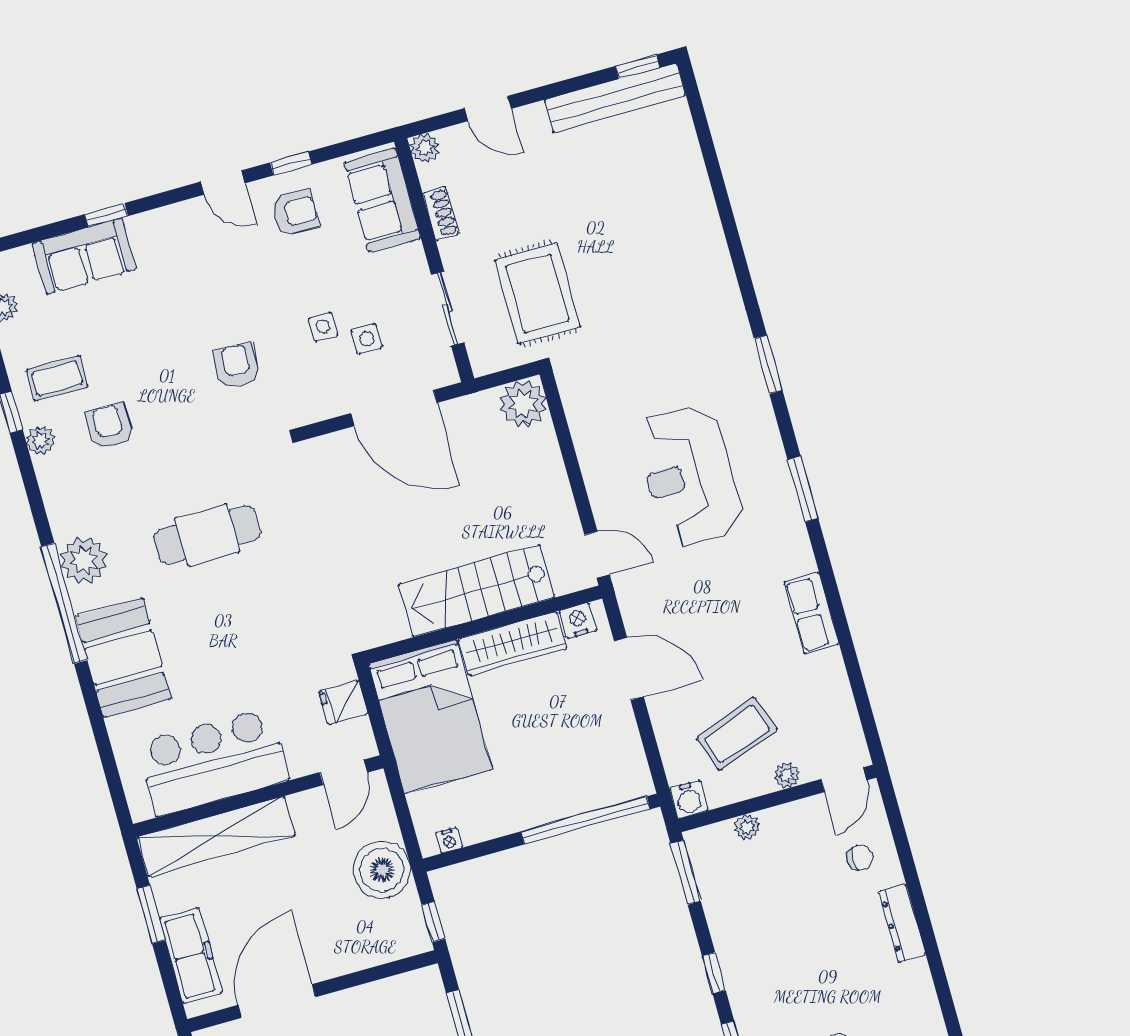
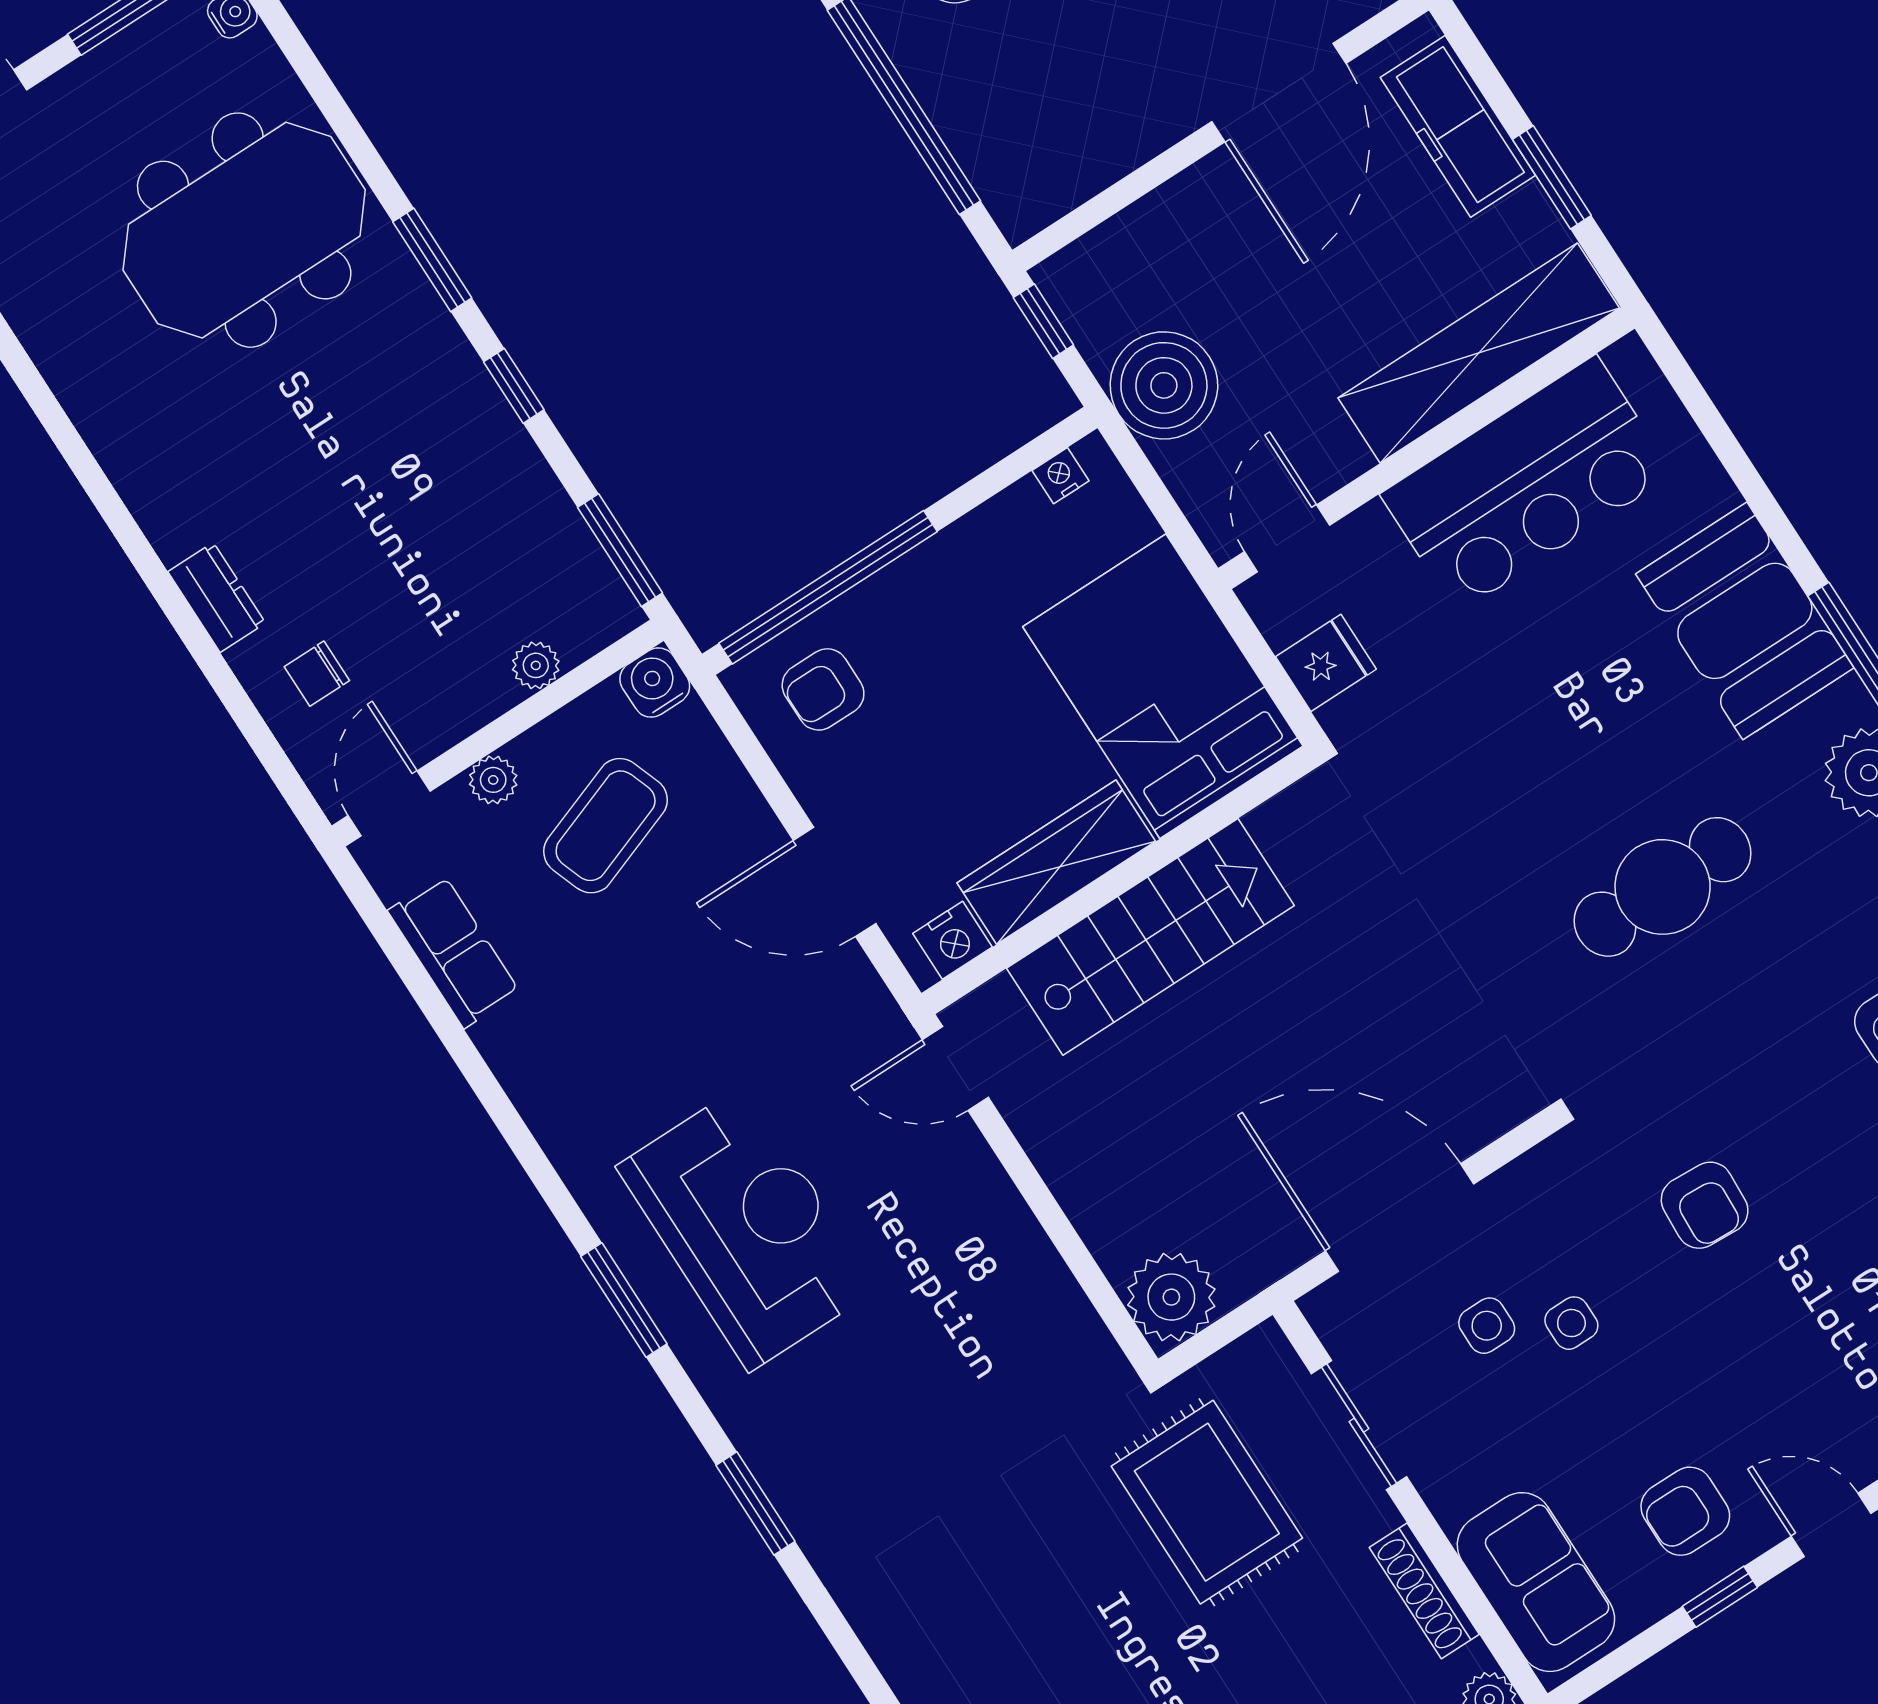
shoe rack: (441, 214) -> (1424, 1591), width x1.43
reception desk: (689, 476) -> (747, 1228), moved
row of seats: (812, 613) -> (454, 951), moved
armchair: (604, 769) -> (823, 689), added
dresser: (902, 923) -> (217, 597), width x0.70

